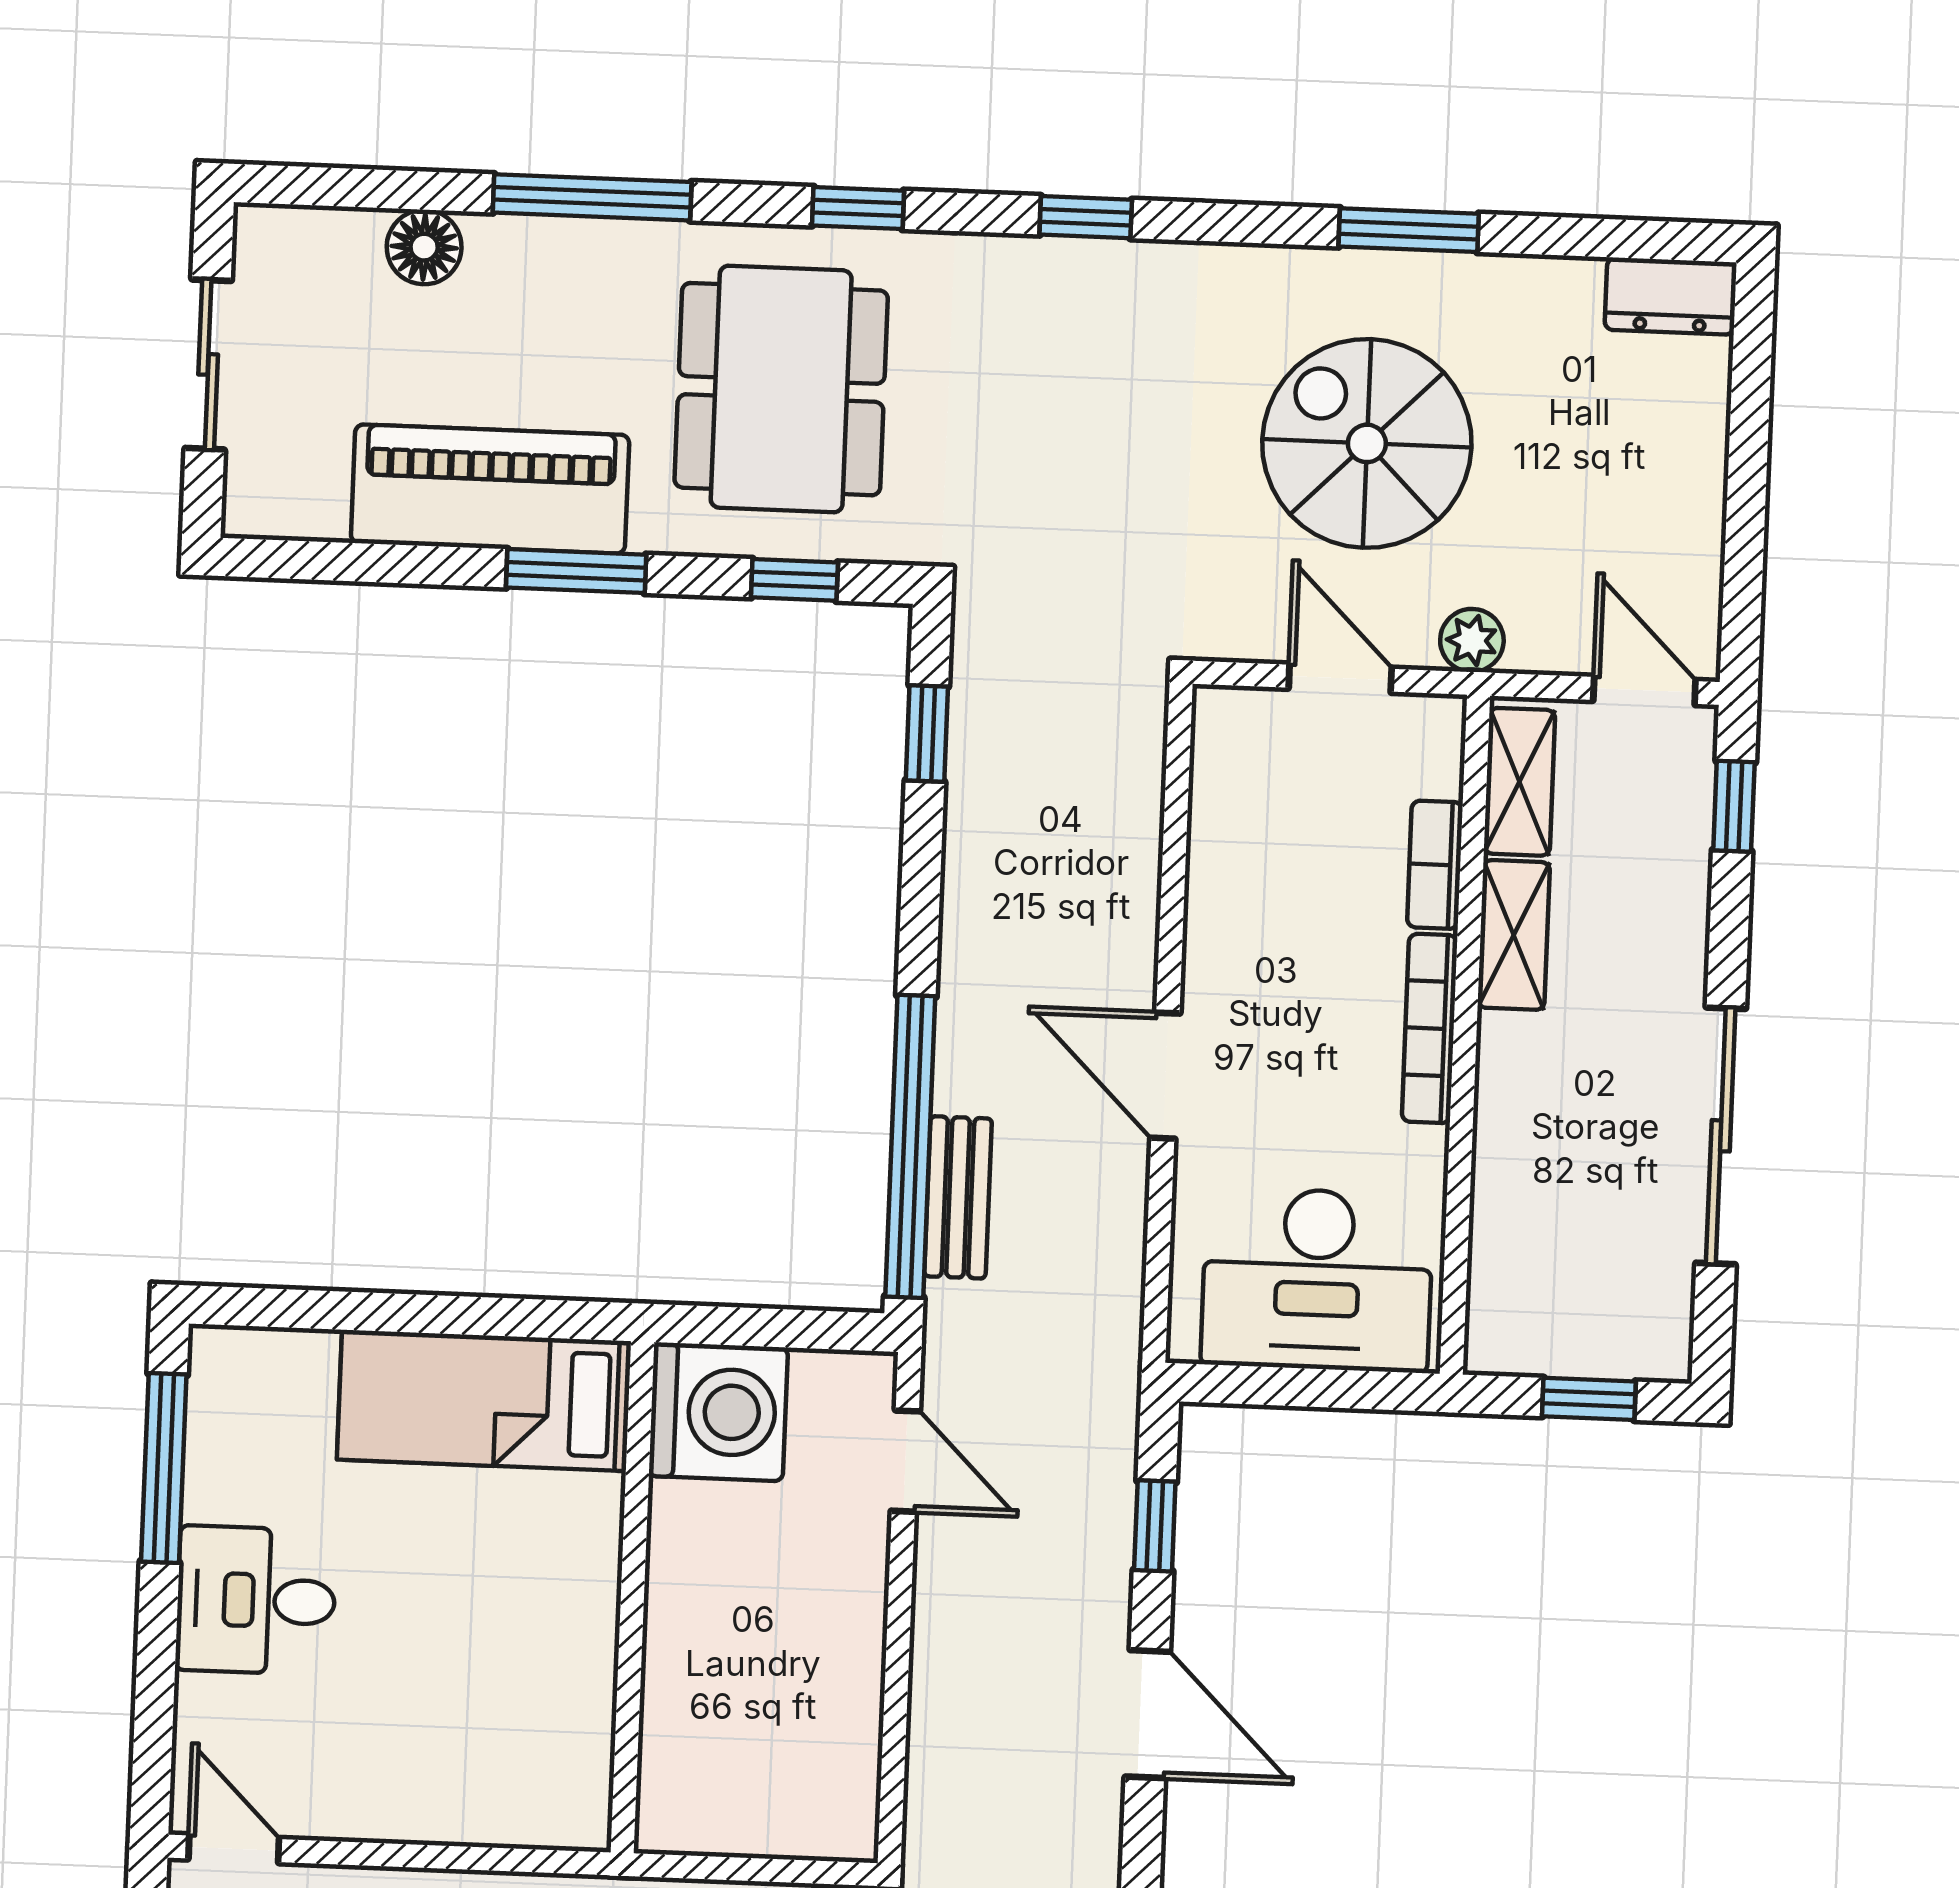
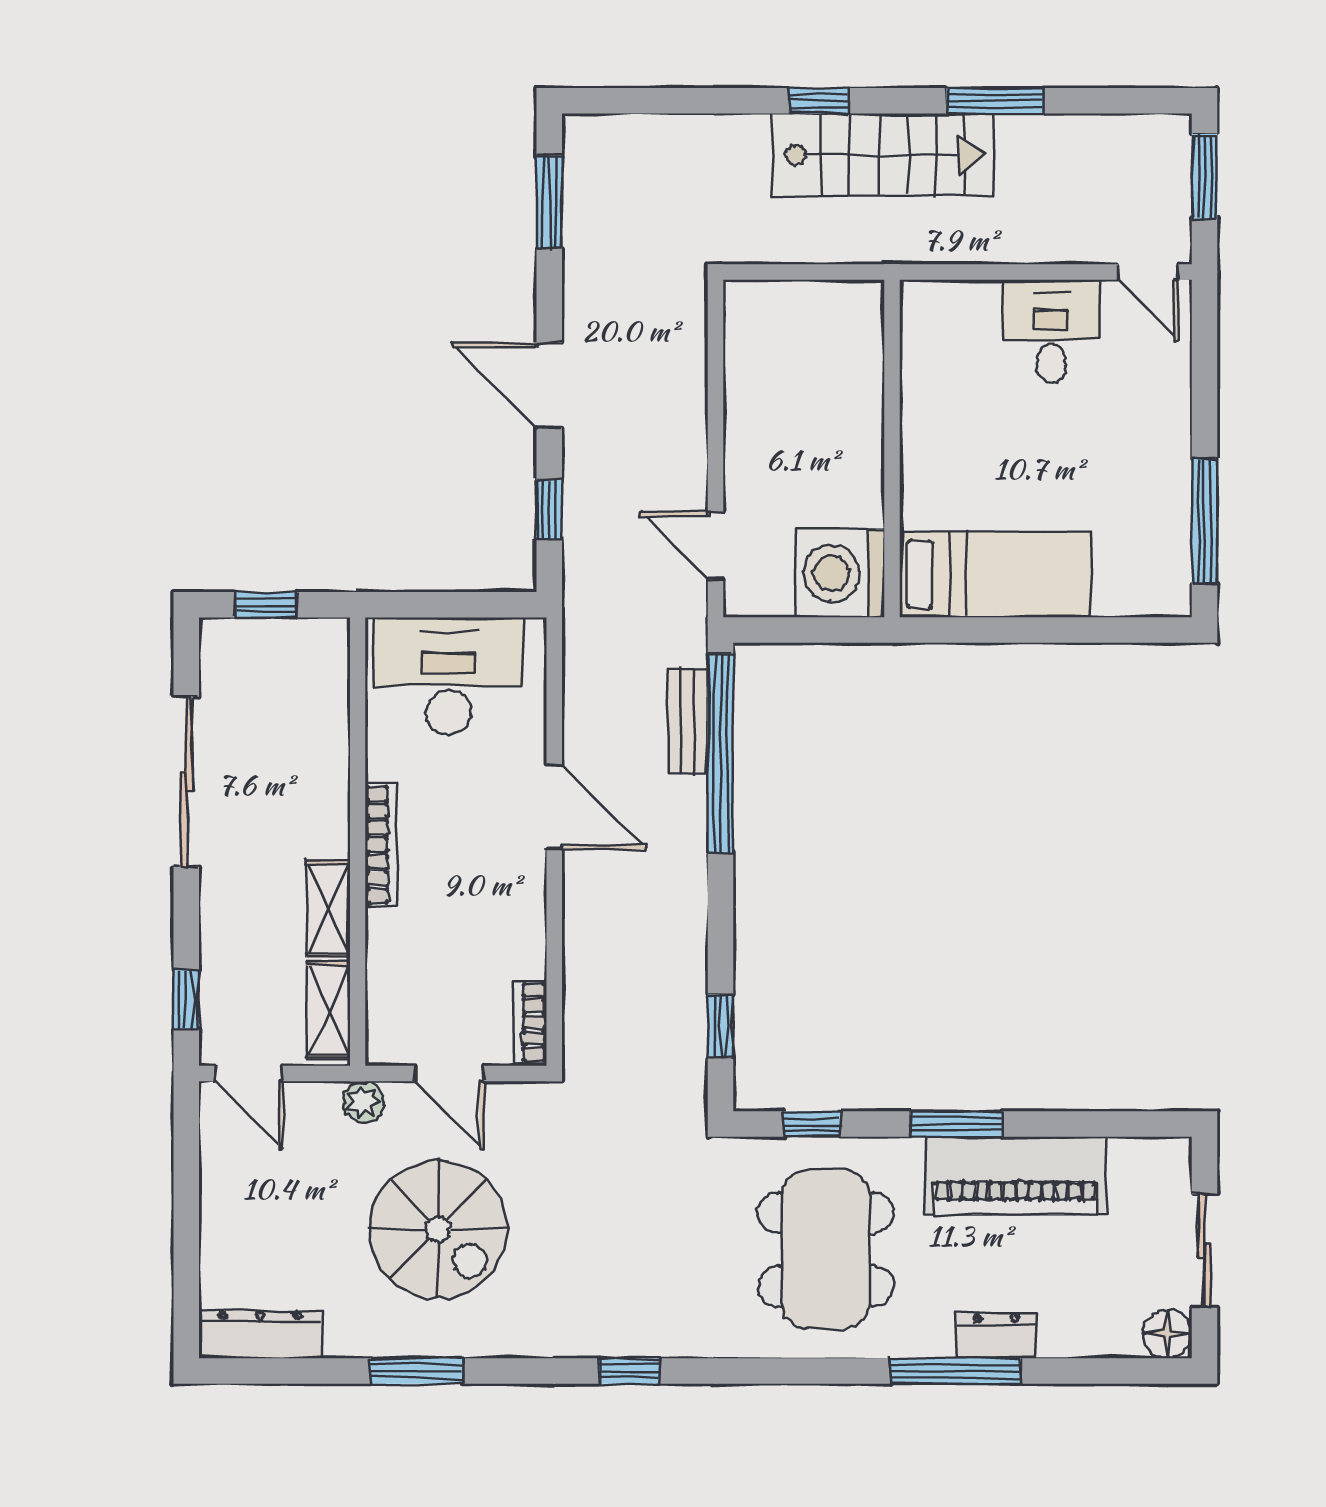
window: (858, 208) -> (780, 1371), removed
floor lamp: (424, 247) -> (1167, 1334), moved
dresser: (529, 248) -> (996, 1336), added
dresser: (1671, 296) -> (260, 1334), width x1.44
bookcase: (1435, 865) -> (530, 1022), moved, turned 180
desk: (256, 1600) -> (1051, 331), moved, turned -90

